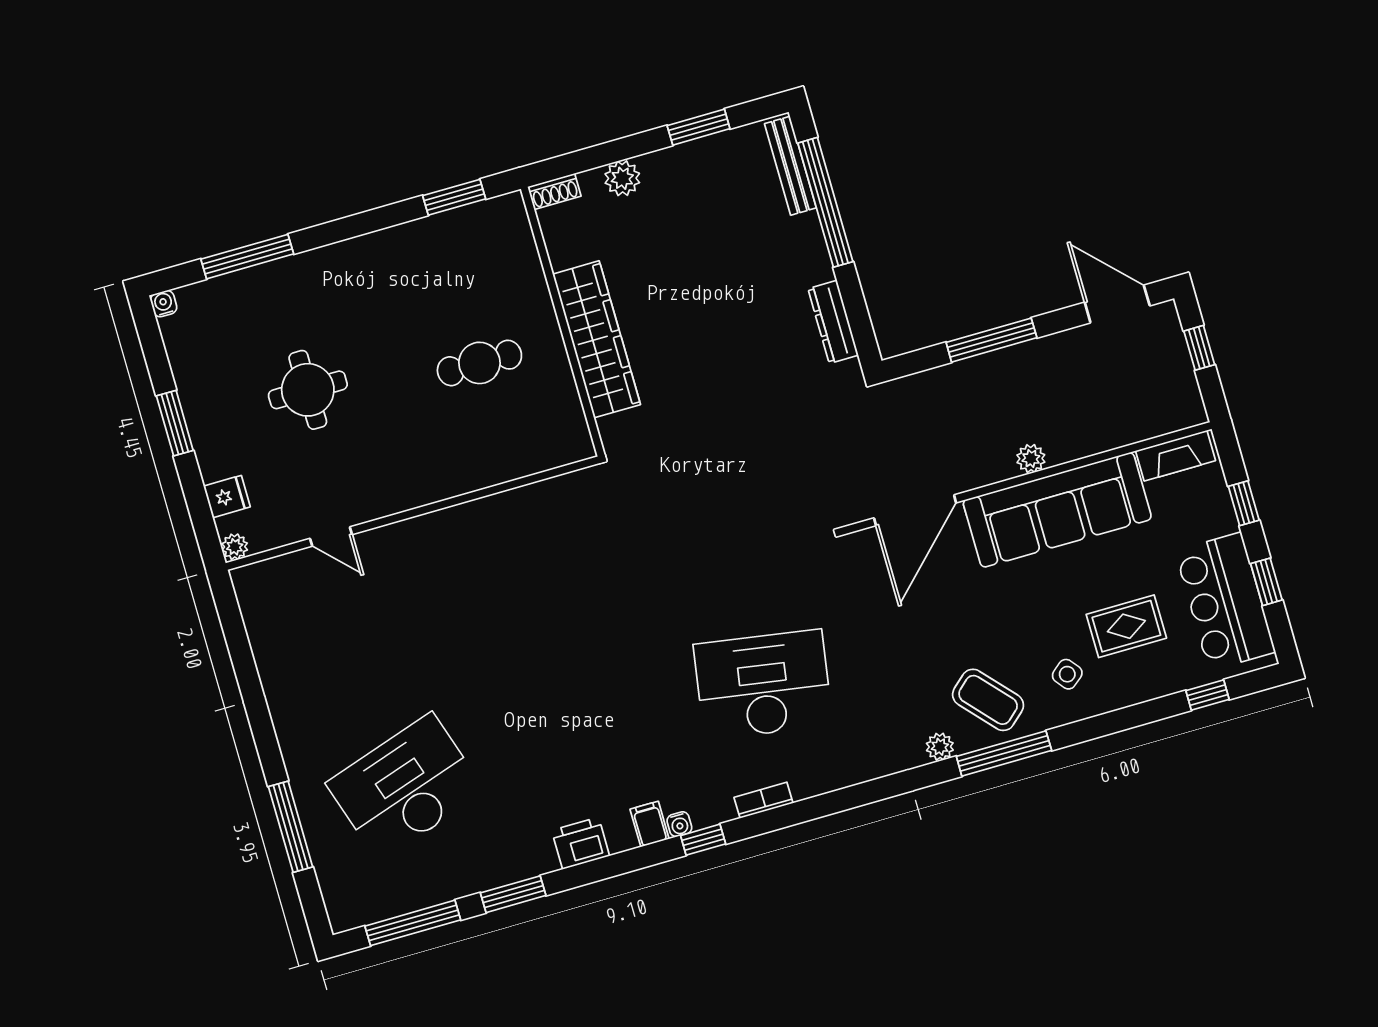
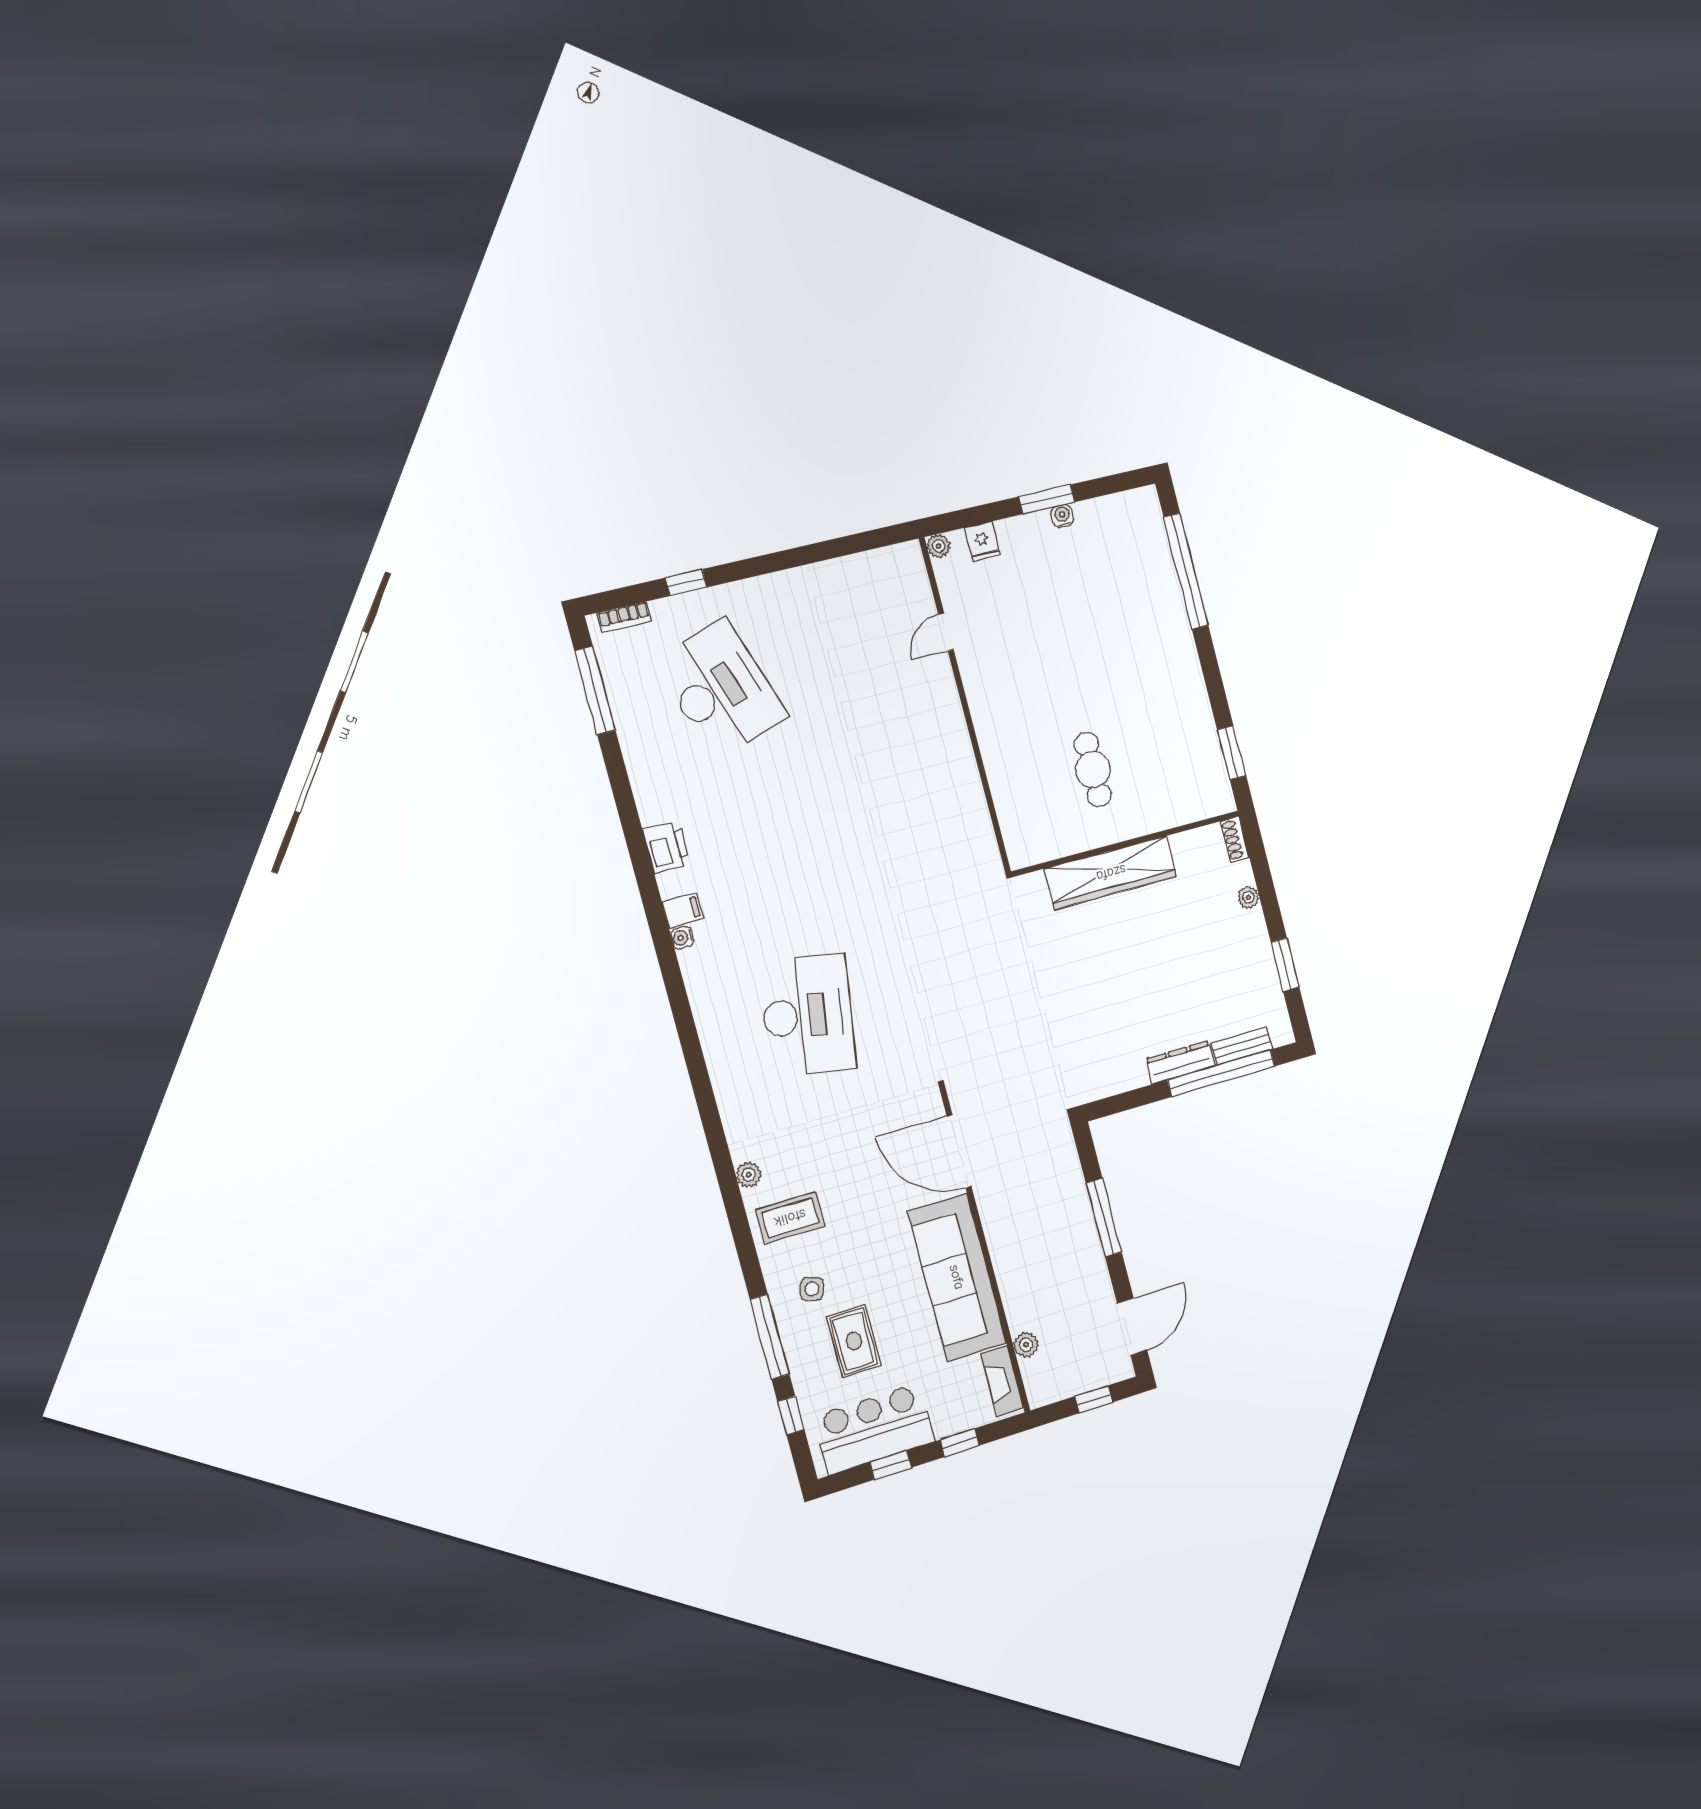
bench: (790, 166) -> (1242, 1046), width x0.73
plant: (622, 178) -> (1248, 897), width x0.73, depth x0.73
window: (247, 257) -> (1186, 571), width x1.46
water cooler: (164, 304) -> (1063, 516), moved, turned -90
dresser: (833, 322) -> (1180, 1062), moved
round table: (308, 390) -> (1073, 618), removed
plant: (1031, 459) -> (1026, 1345), moved
side table: (1067, 674) -> (812, 1289), turned -35
coffee table: (988, 700) -> (790, 1218), turned 42
window: (1004, 753) -> (770, 1337), moved
bookcase: (763, 800) -> (624, 617), moved, turned 90
window: (291, 827) -> (686, 582), width x0.46
window: (703, 840) -> (667, 959), removed
window: (513, 894) -> (620, 784), removed

